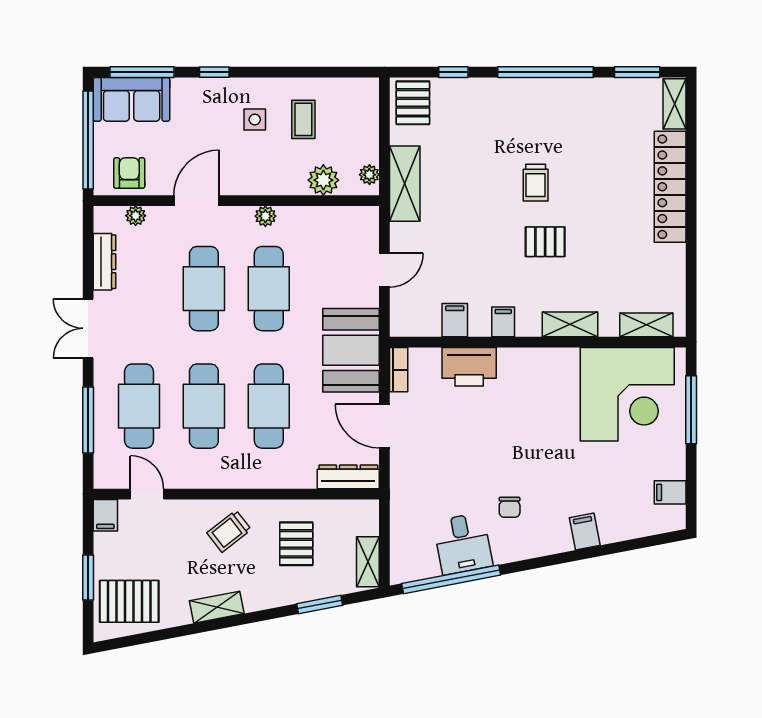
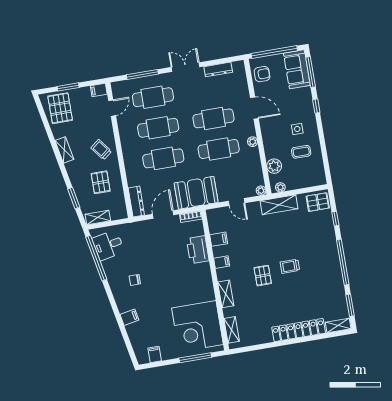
plant: (136, 216) -> (261, 191), moved
pallet: (296, 544) -> (101, 182), turned 90
desk: (463, 544) -> (108, 245), moved

